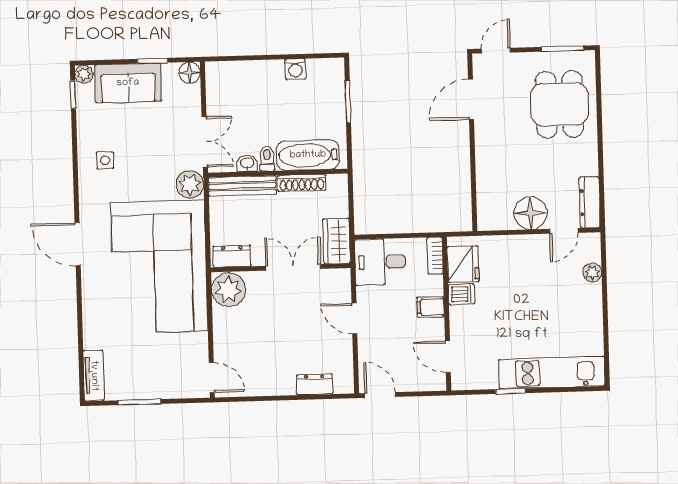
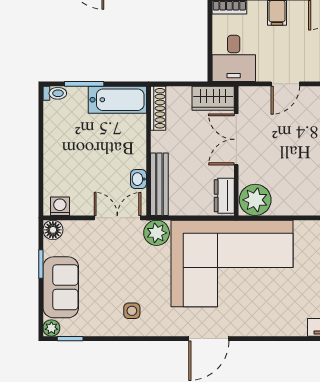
washing machine: (295, 69) -> (60, 206), moved, turned -90
bathtub: (308, 155) -> (117, 100), moved, turned -90
toilet: (267, 158) -> (55, 93), moved, turned 180
shoe rack: (302, 183) -> (158, 108), moved

